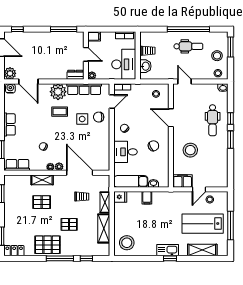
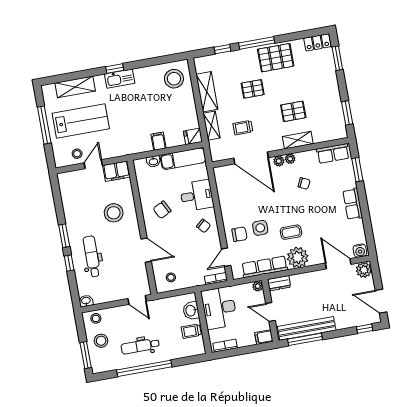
bench: (61, 37) -> (307, 328), added

